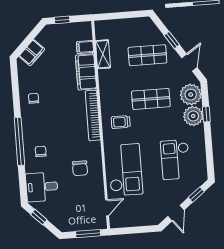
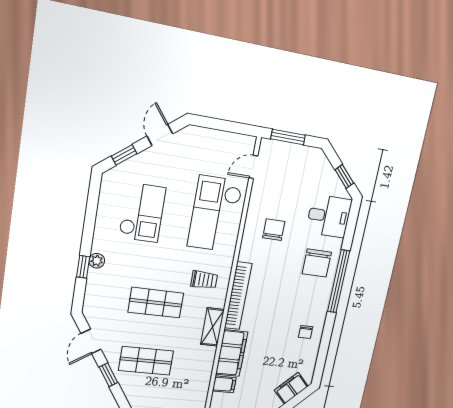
shelving: (103, 54) -> (212, 327), moved
plant: (191, 95) -> (99, 298), removed
plant: (193, 116) -> (97, 261), width x0.53, depth x0.53
chair: (41, 151) -> (317, 263), width x1.87, depth x1.87

